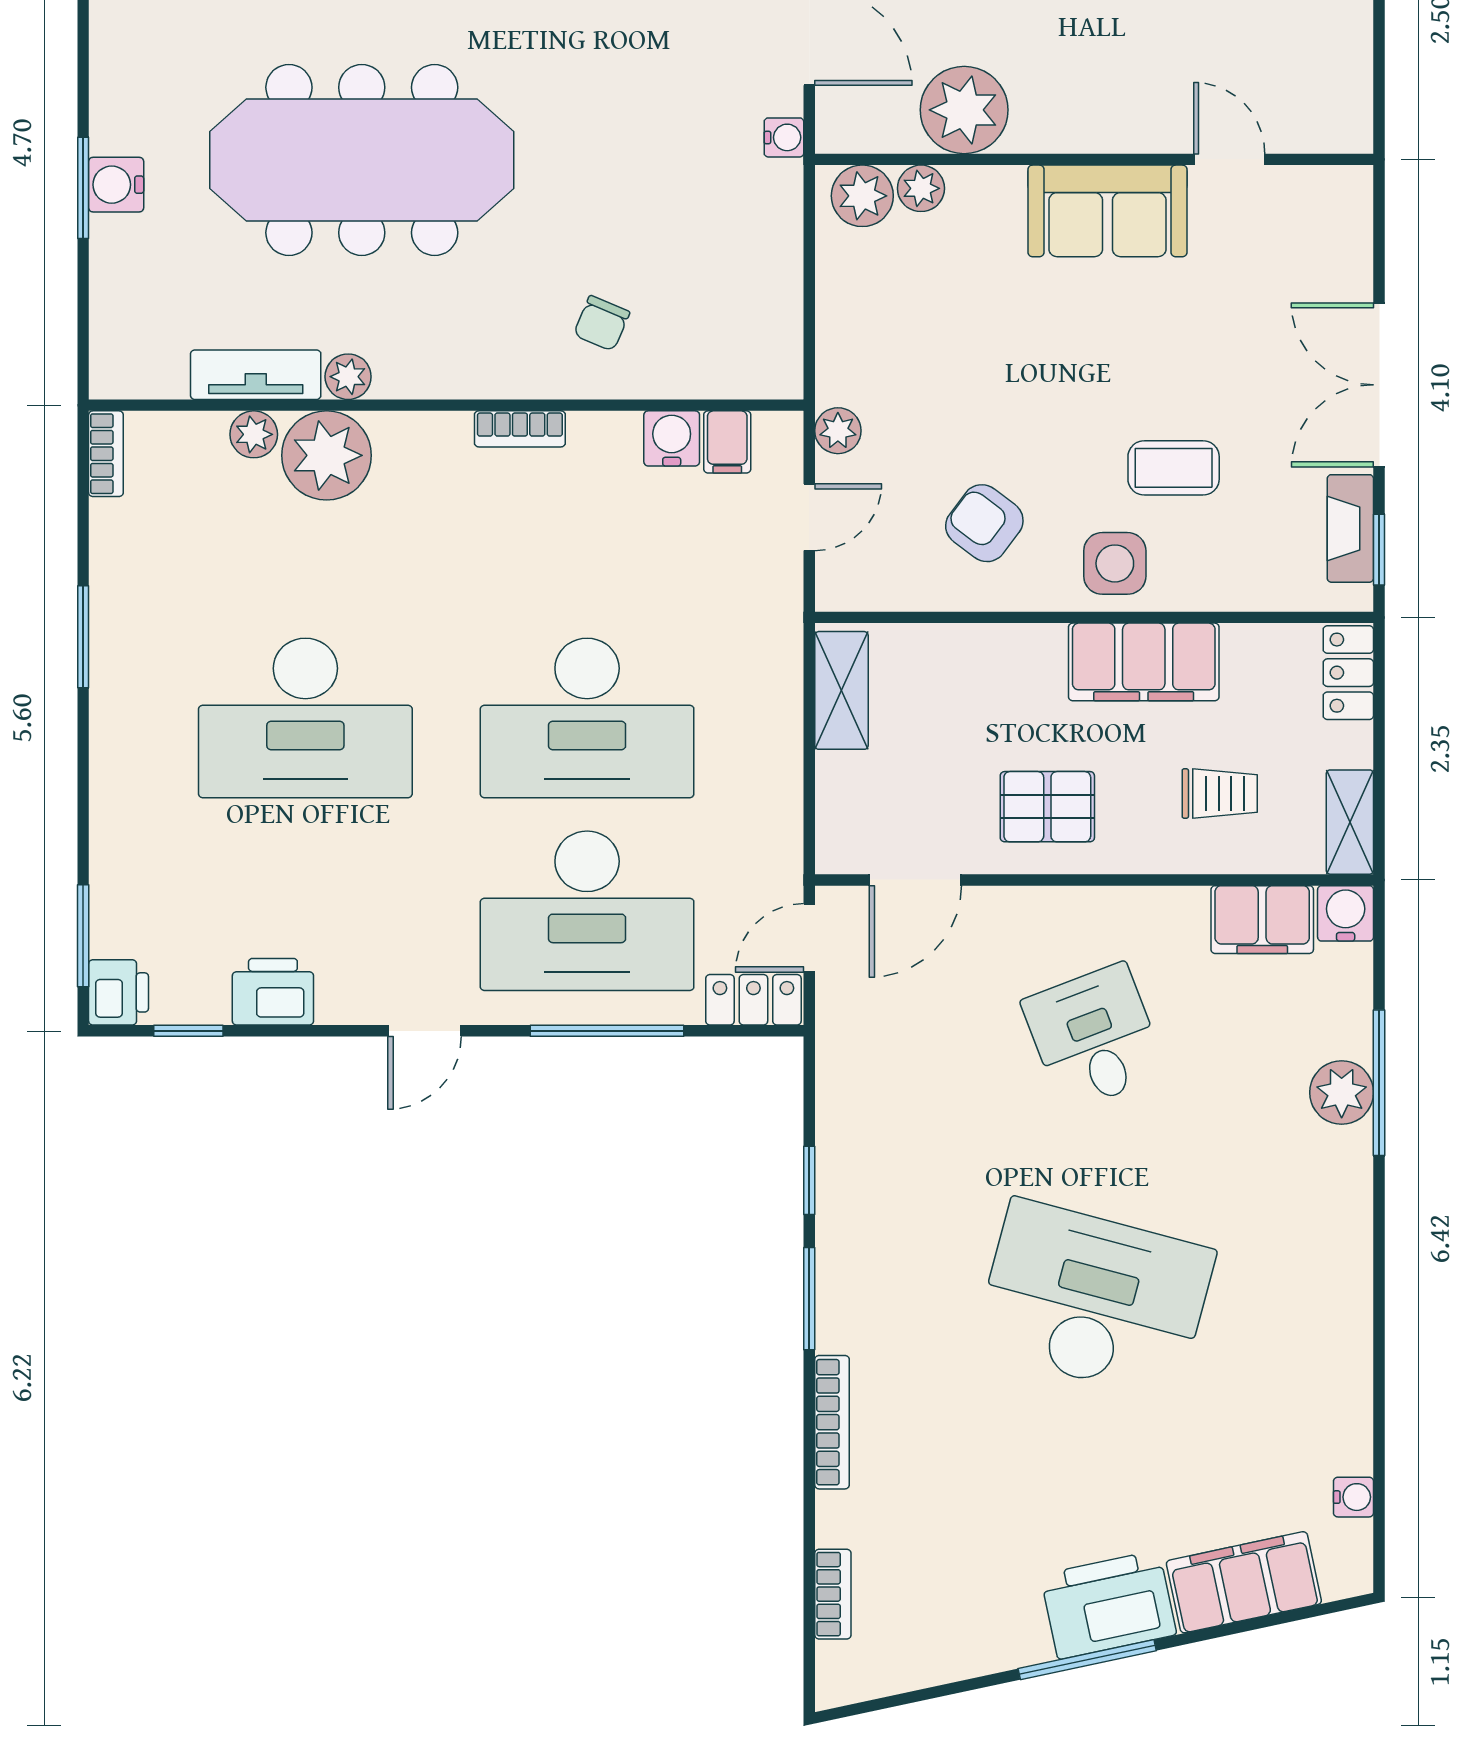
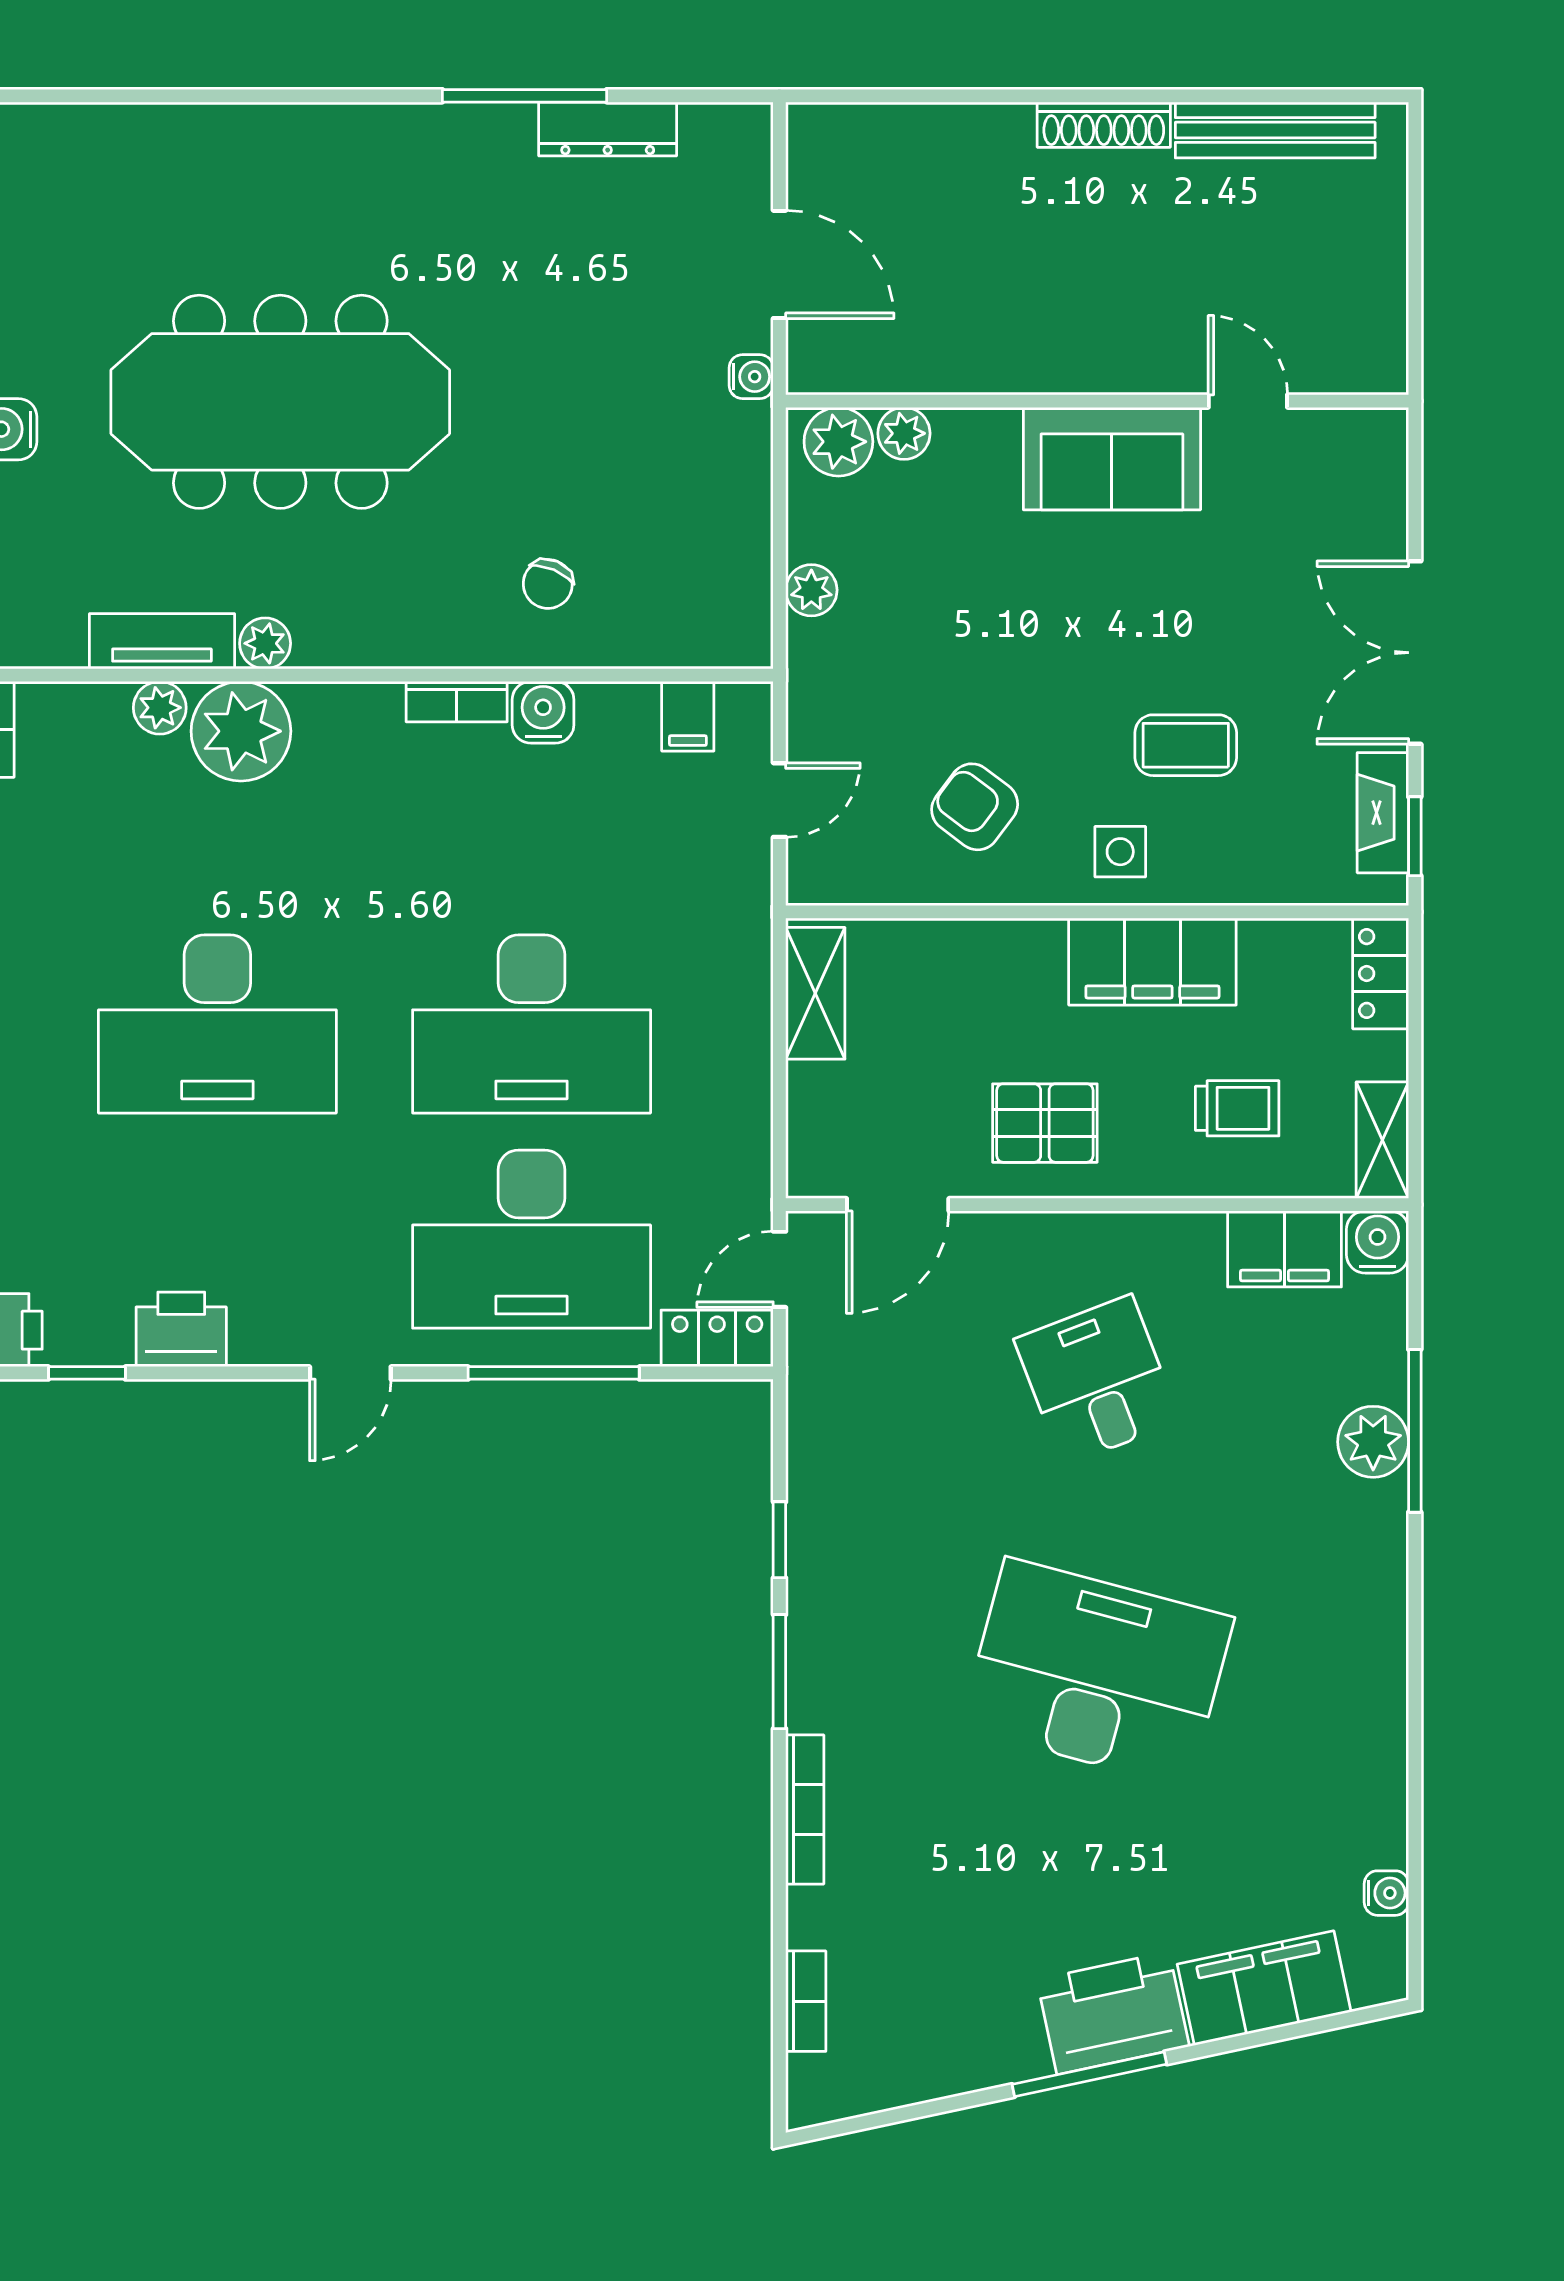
plant: (964, 110) -> (952, 346), removed
plant: (838, 431) -> (811, 590), moved
water cooler: (672, 438) -> (543, 712), moved
side table: (1115, 563) -> (1120, 852), width x0.73, depth x0.73

